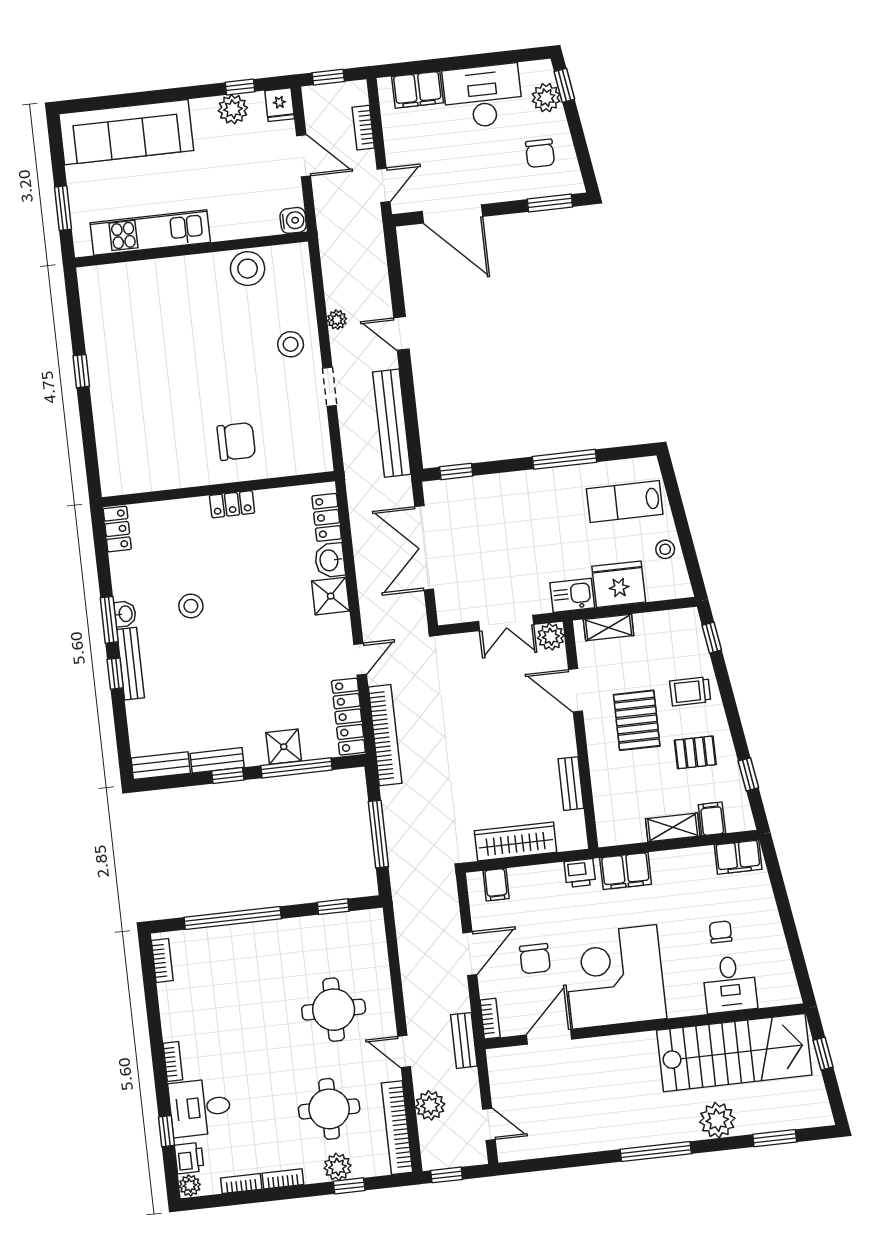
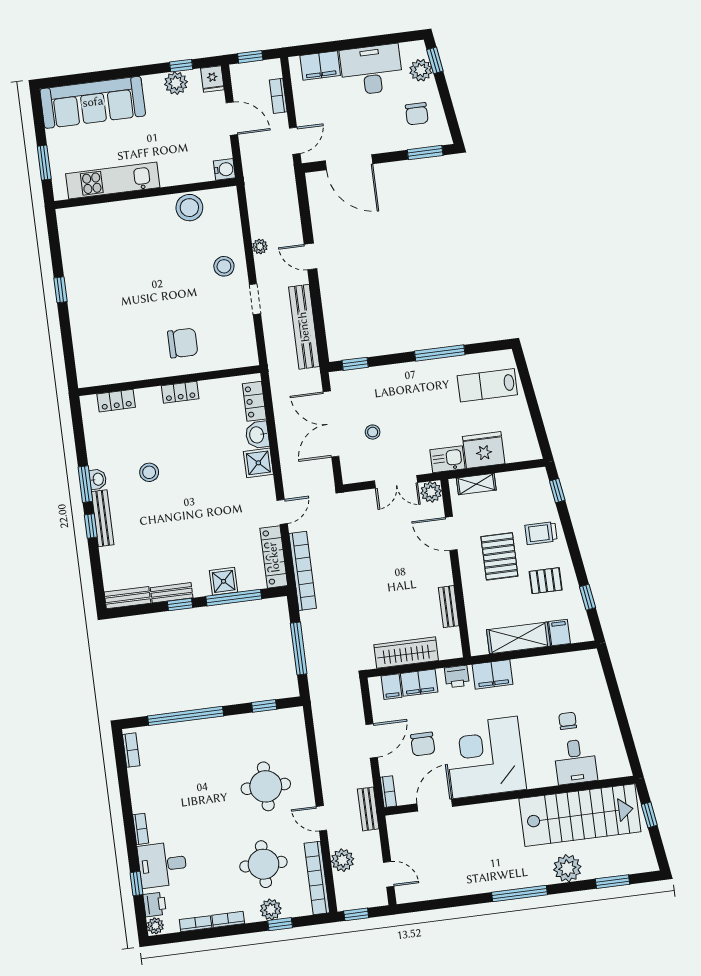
locker: (117, 529) -> (116, 401), moved, turned 90
stool: (665, 549) -> (373, 432), moved
shelving: (673, 827) -> (518, 638), width x1.50, depth x1.33
filing cabinet: (738, 857) -> (419, 683), moved

